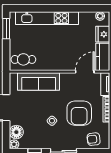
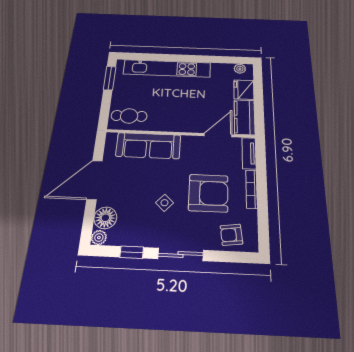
armchair: (79, 113) -> (208, 193), turned -90

